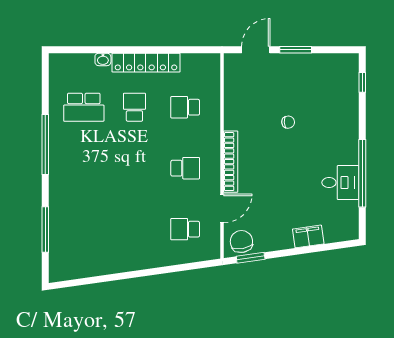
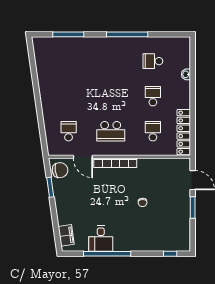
locker: (146, 63) -> (184, 132), moved
school desk: (84, 107) -> (153, 61), width x0.54
school desk: (134, 107) -> (153, 96), turned -90
school desk: (185, 168) -> (111, 131), width x1.85
filing cabinet: (308, 236) -> (66, 235), moved
window: (251, 258) -> (50, 187), moved

